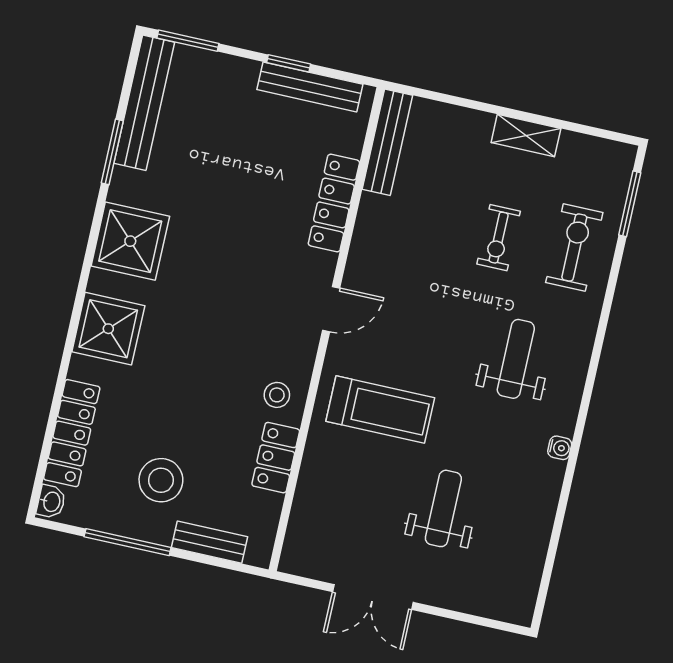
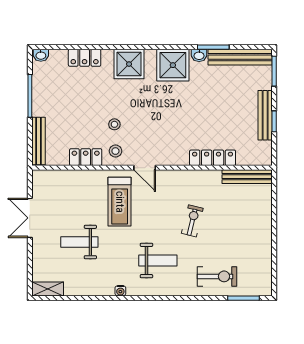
bench: (310, 87) -> (265, 115), moved
shelving: (526, 136) -> (48, 289), moved, turned 90
washbasin: (122, 184) -> (199, 55), added
exercise bike: (499, 238) -> (192, 221), moved, turned 104
door: (331, 309) -> (145, 168), moved
locker: (72, 433) -> (85, 58), width x0.66
stool: (161, 480) -> (114, 124), moved, width x0.53, depth x0.53
weight bench: (443, 508) -> (79, 242), turned 180
bench: (209, 542) -> (38, 141), width x1.36

